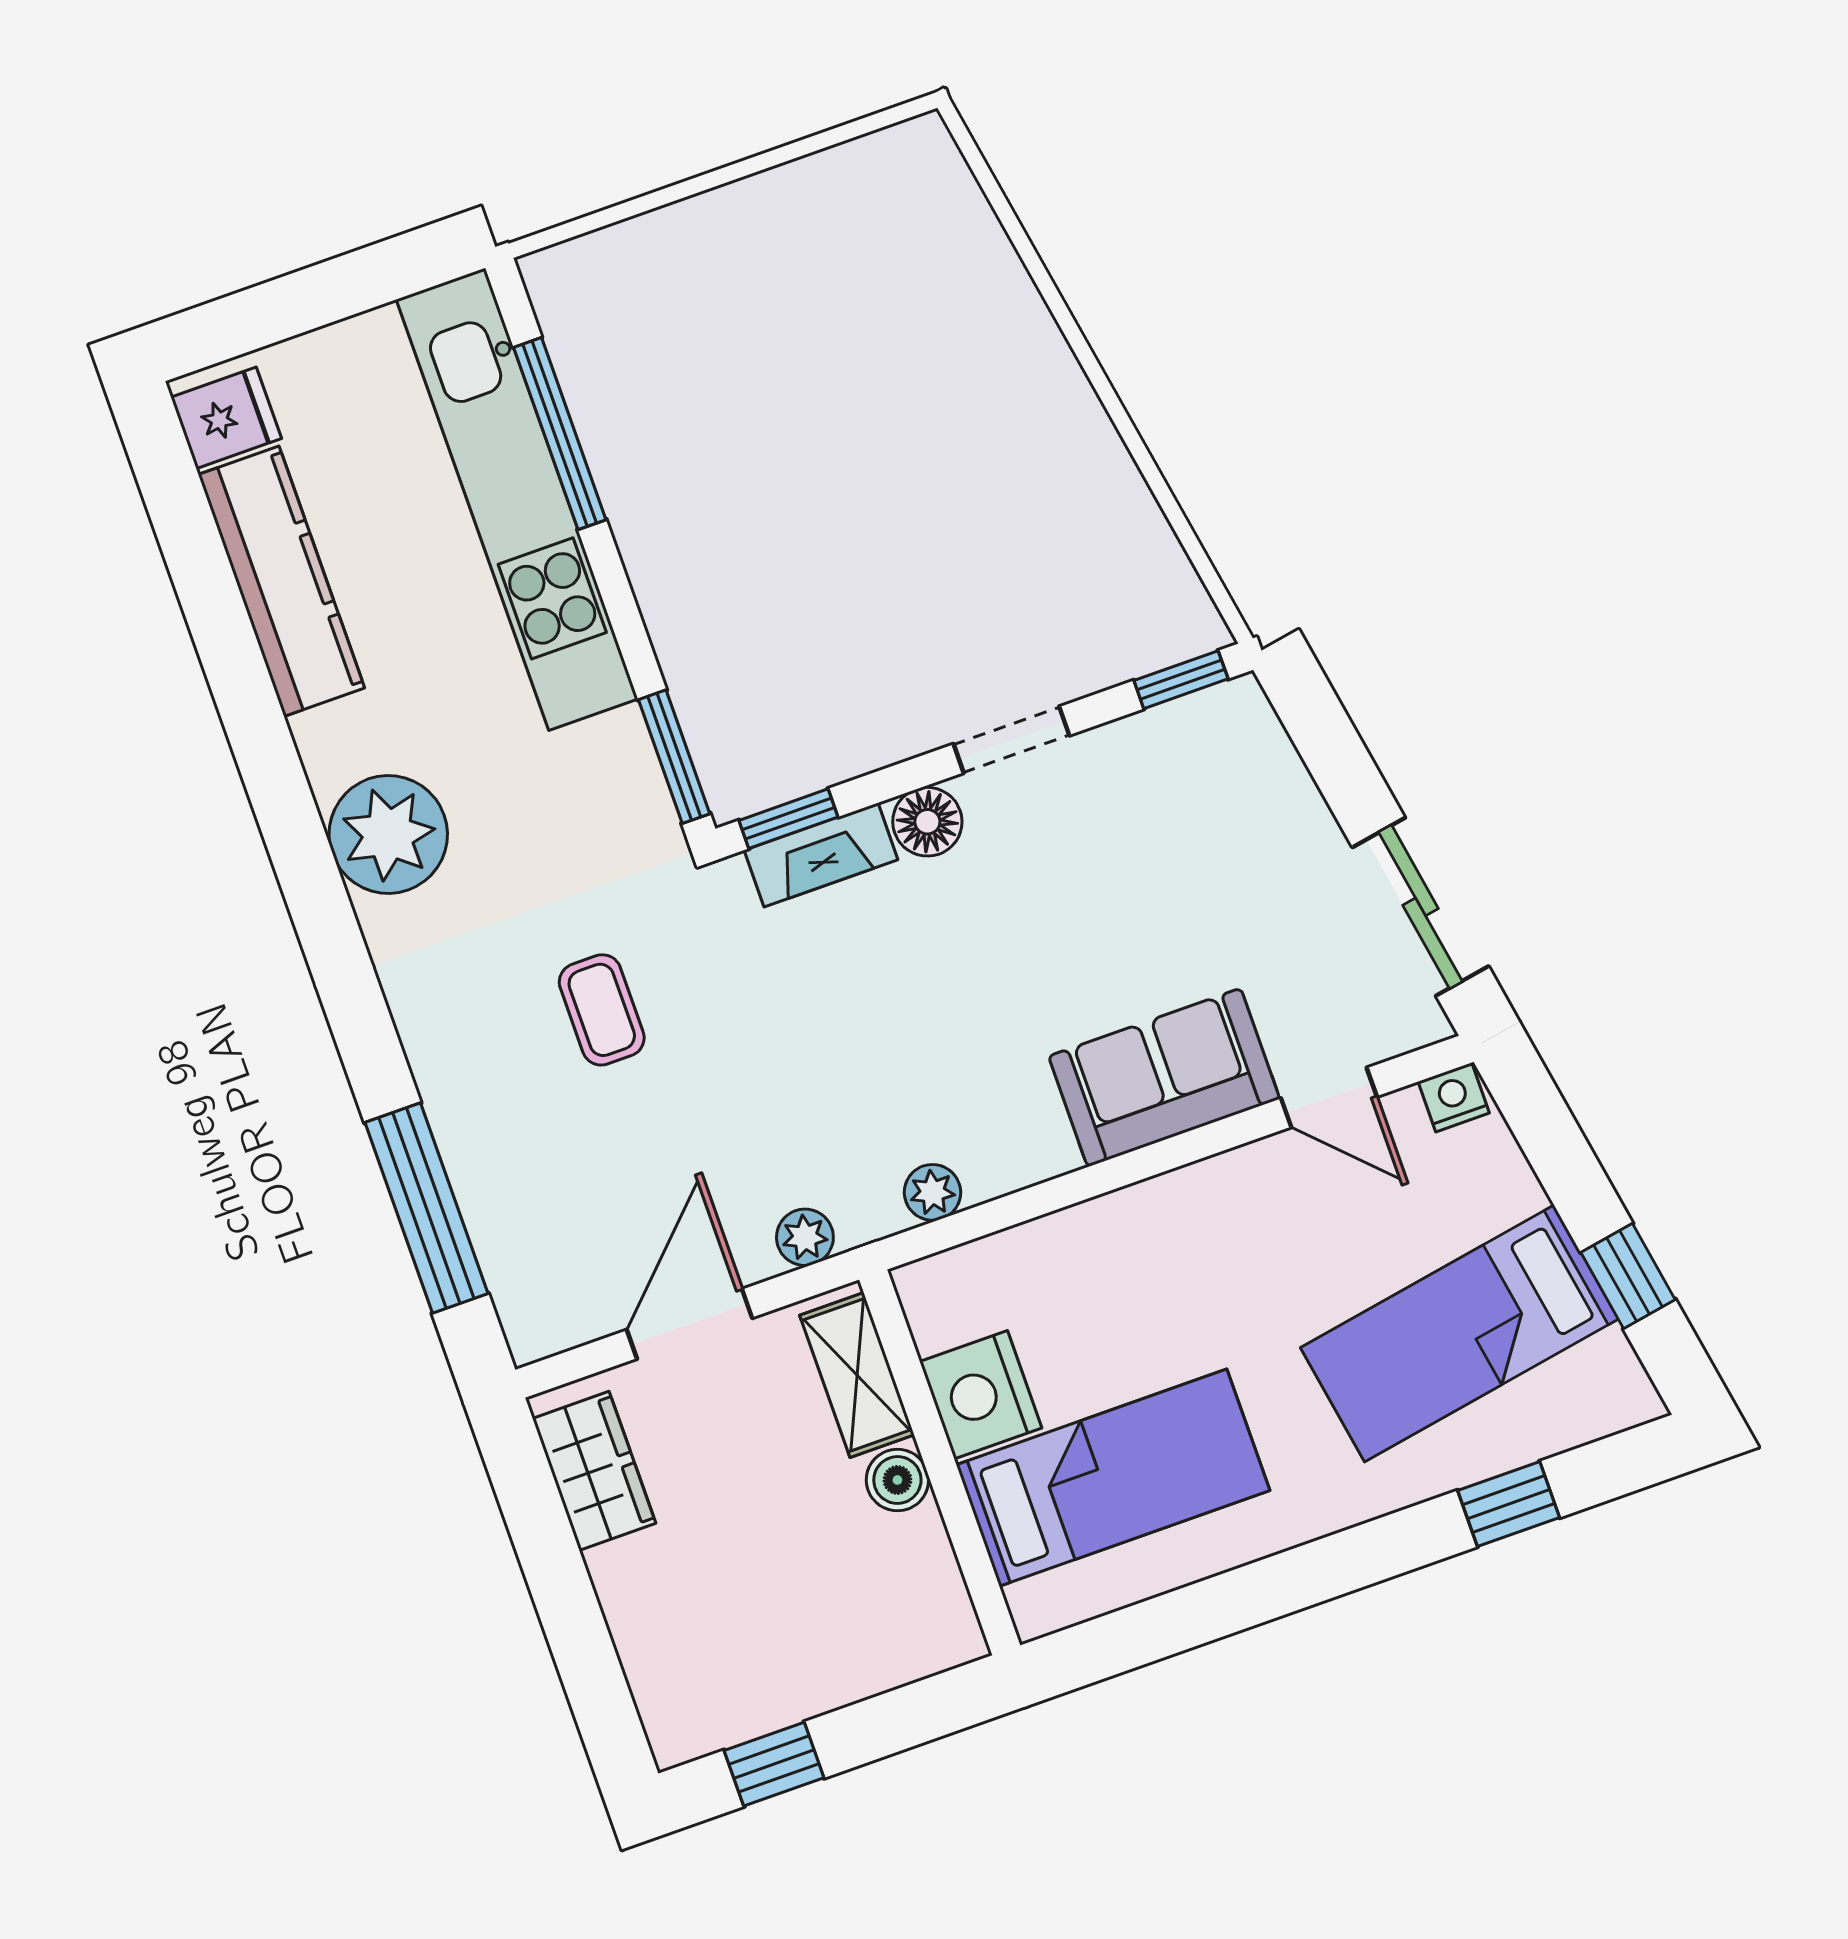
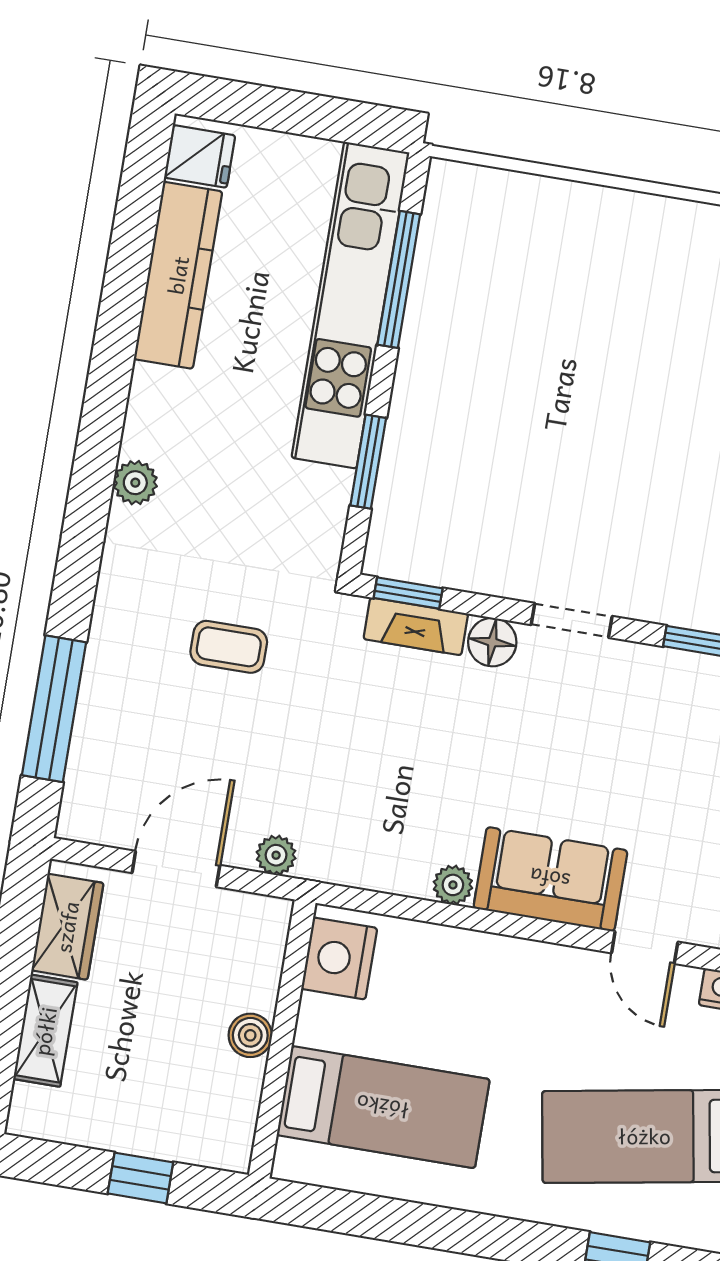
window: (674, 757) -> (368, 462), moved
plant: (388, 834) -> (135, 483), width x0.53, depth x0.53
coffee table: (602, 1010) -> (229, 647), turned 90
plant: (932, 1192) -> (453, 885), moved
shelving: (857, 1375) -> (45, 1031), moved
nightstand: (981, 1395) -> (339, 958), moved
window: (774, 1764) -> (140, 1178), moved

